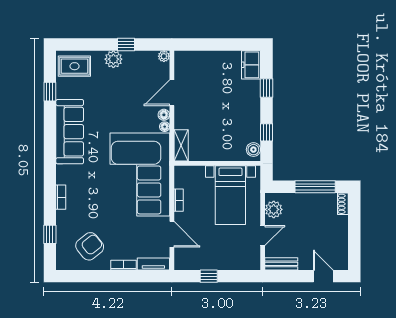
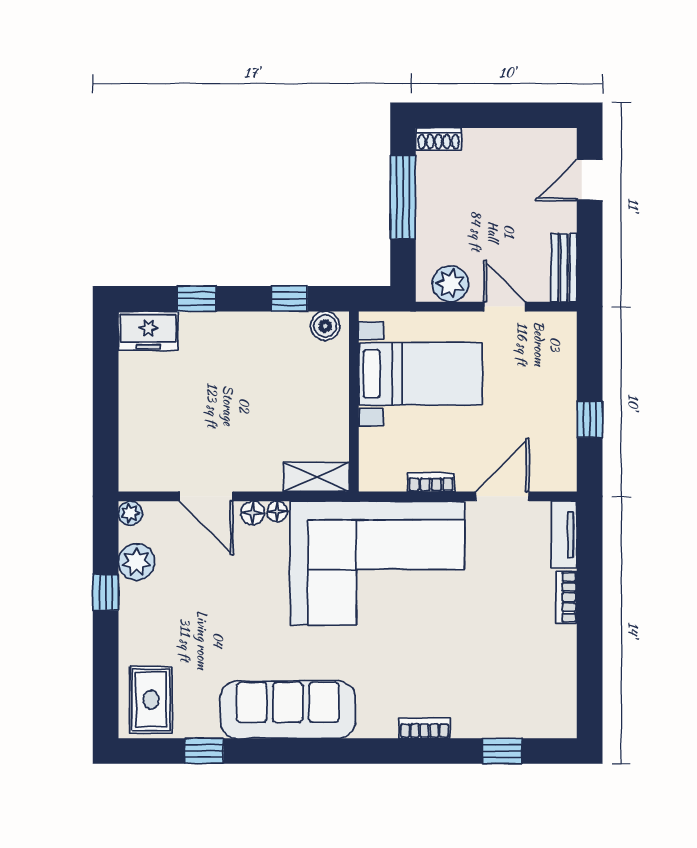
plant: (113, 59) -> (136, 562), moved
armchair: (90, 246) -> (527, 668), removed

